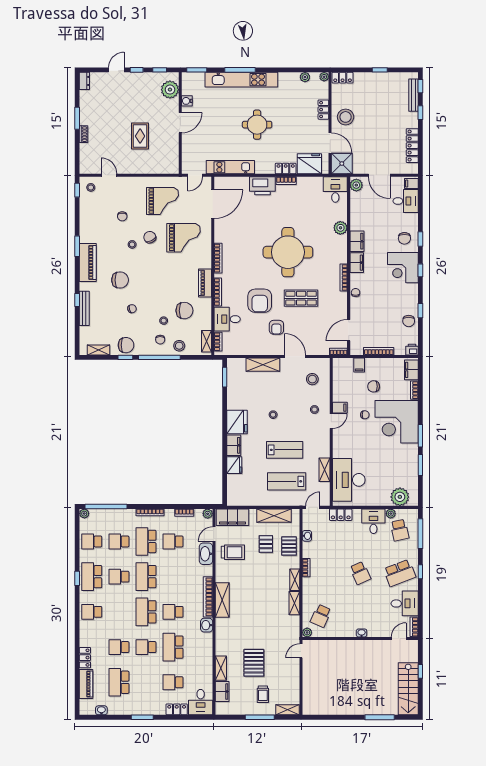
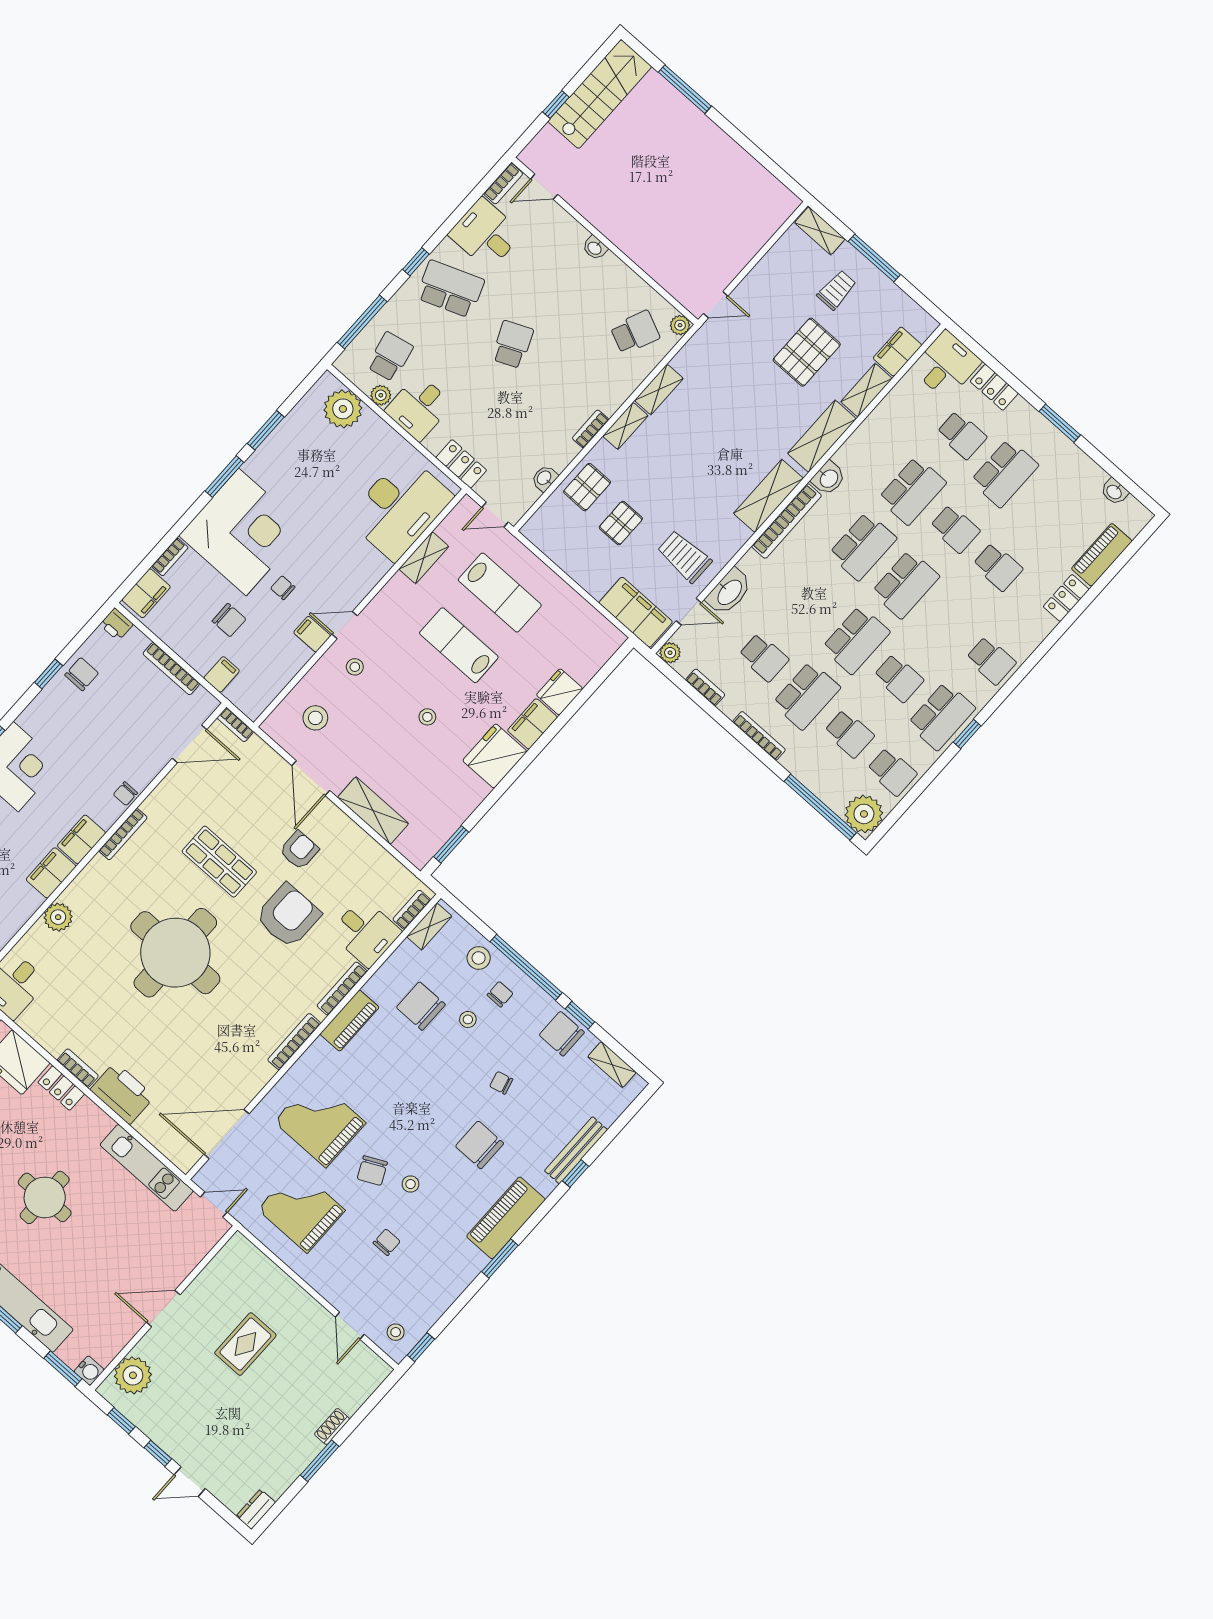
water cooler: (187, 101) -> (89, 1371), moved
plant: (84, 514) -> (864, 814), width x1.87, depth x1.87
shelving: (274, 516) -> (822, 436), moved, turned 90
school desk: (173, 612) -> (863, 546), width x1.85
school desk: (119, 682) -> (1004, 473), moved

